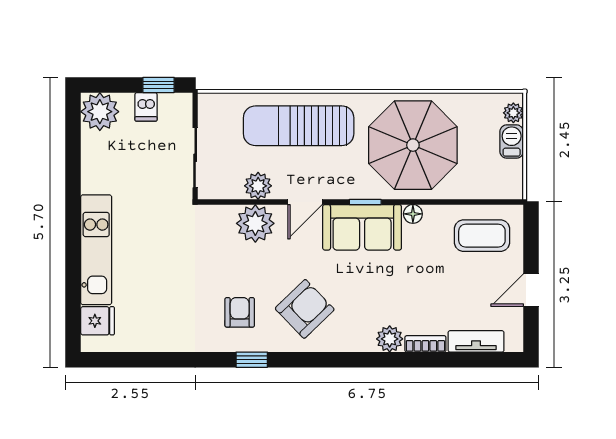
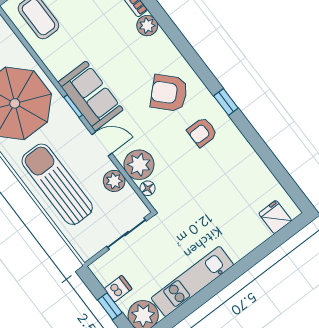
window: (159, 85) -> (110, 306), moved
sun lounger: (299, 126) -> (57, 184), turned 180
floor lamp: (413, 214) -> (148, 188), moved
kitchen unit: (96, 250) -> (192, 281), moved

